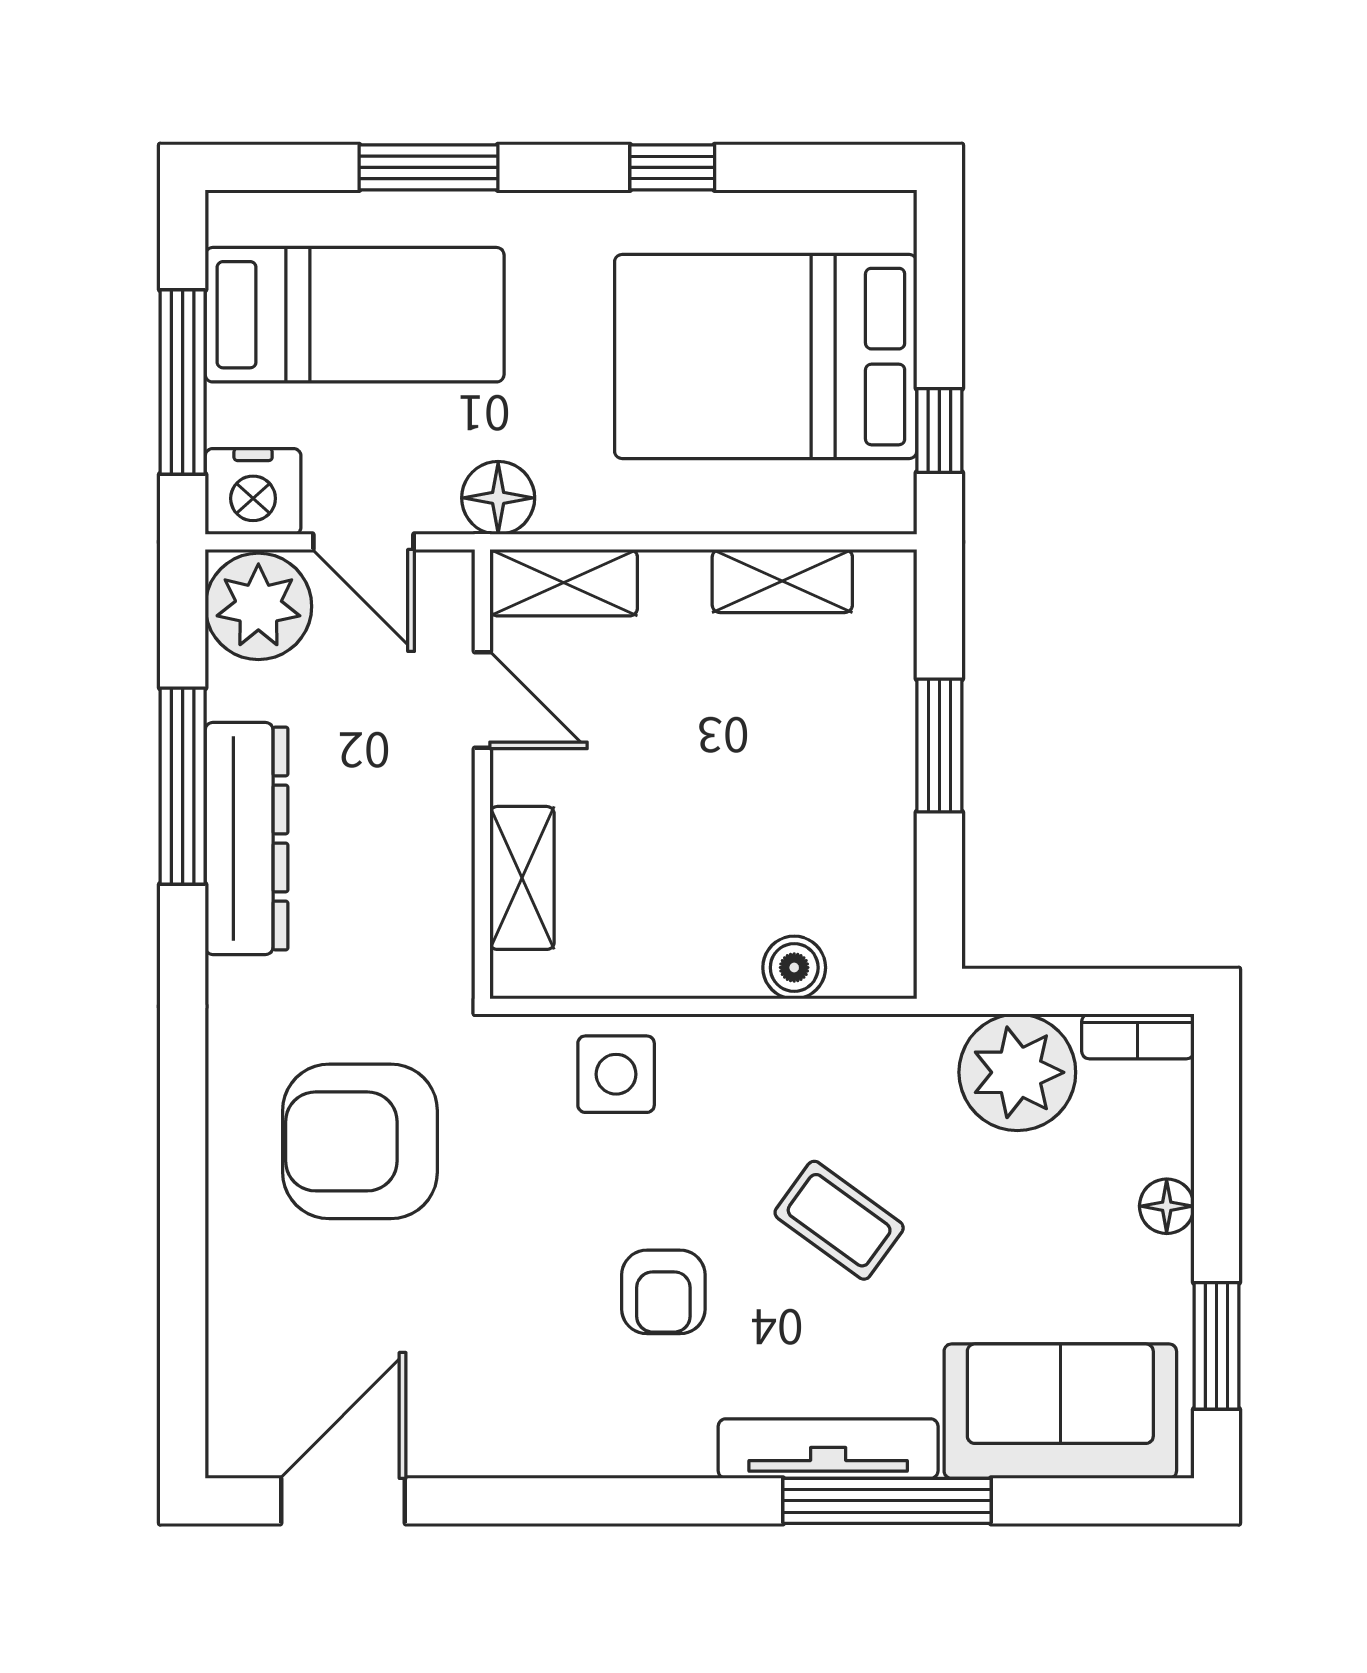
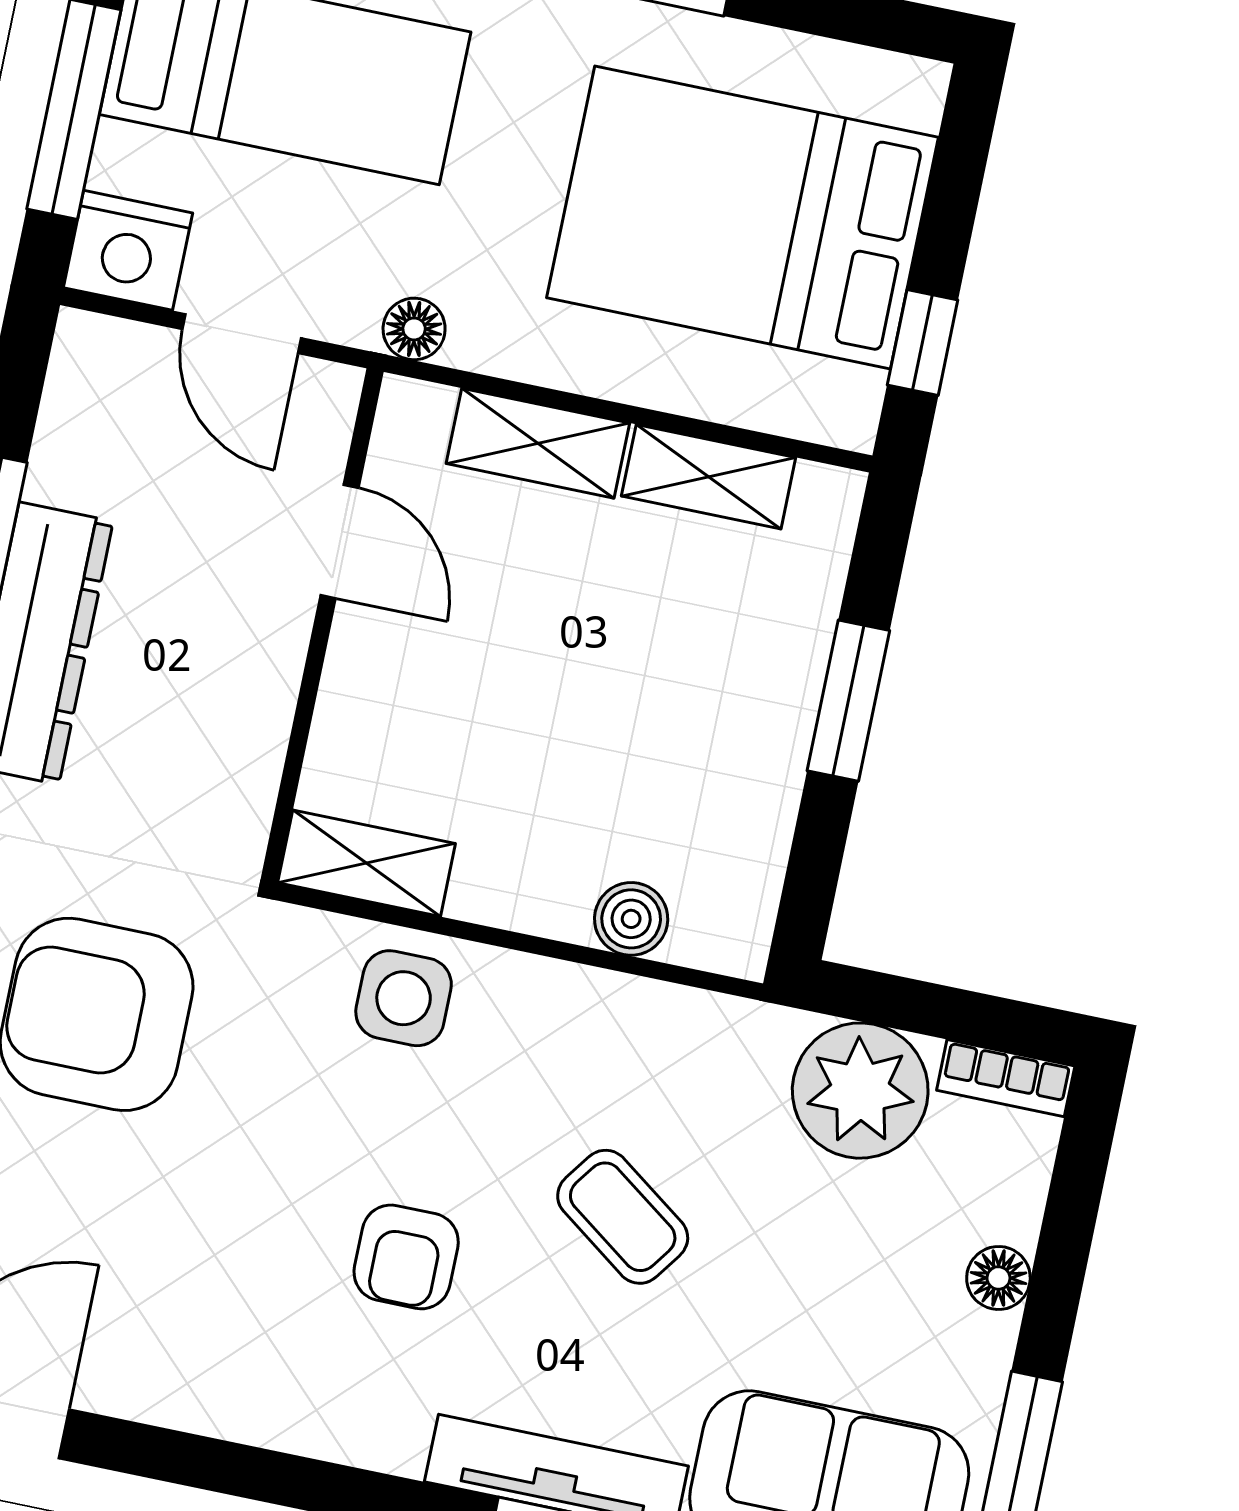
floor lamp: (498, 498) -> (414, 329), width x0.73, depth x0.73
shelving: (564, 583) -> (538, 443), moved
plant: (258, 606) -> (107, 382), removed
shelving: (522, 878) -> (367, 863), moved, turned 90

